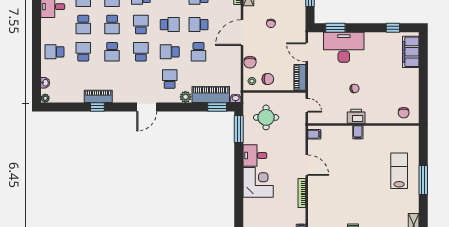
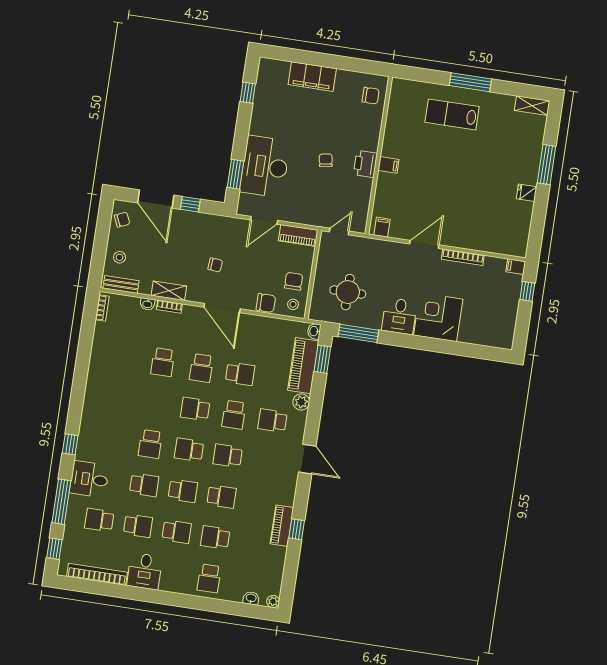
school desk: (170, 25) -> (195, 409), turned -90
filing cabinet: (411, 52) -> (312, 77), moved

